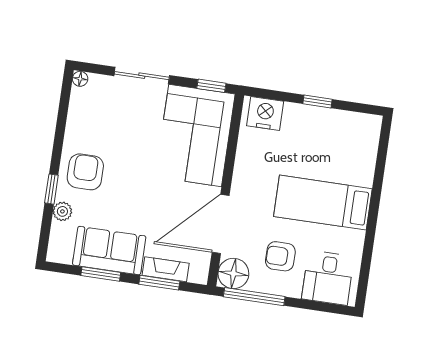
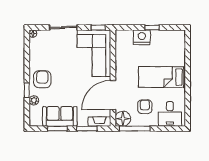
nightstand: (265, 113) -> (142, 37), moved
armchair: (280, 256) -> (145, 107), turned 90
fireplace: (166, 269) -> (99, 121), moved

